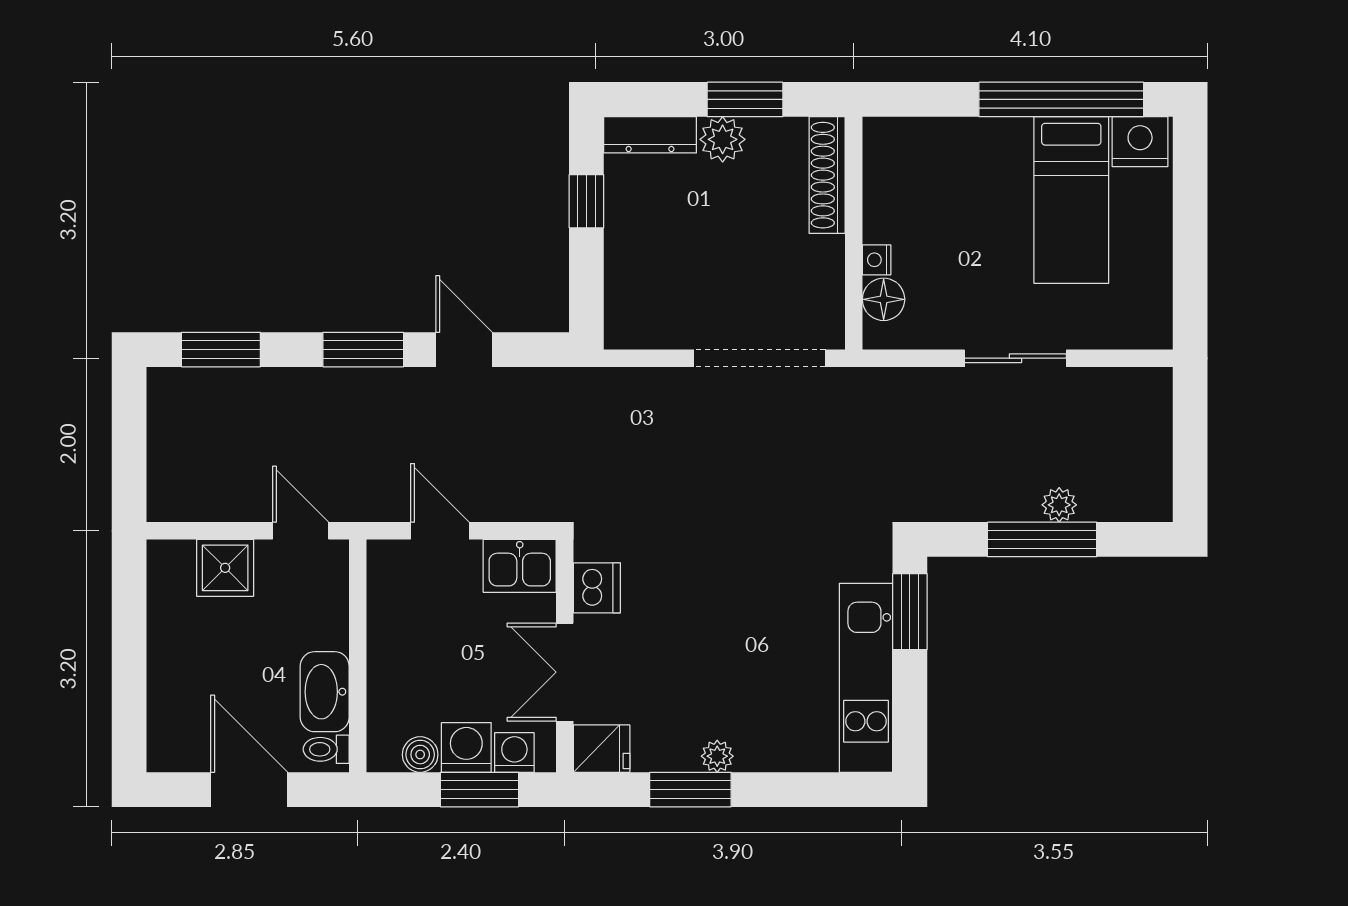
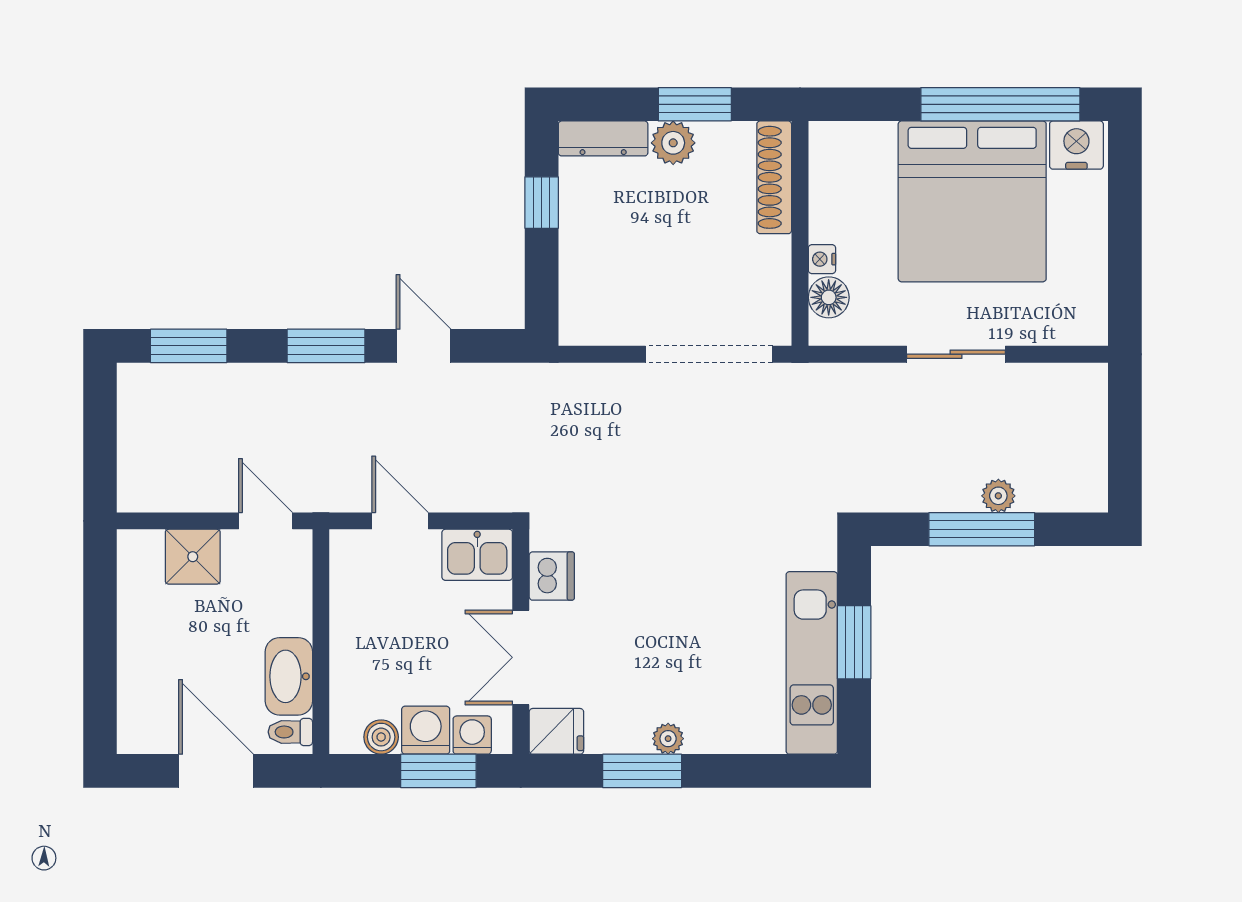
bed: (1071, 200) -> (972, 201), width x2.04
window: (910, 612) -> (854, 642), moved

